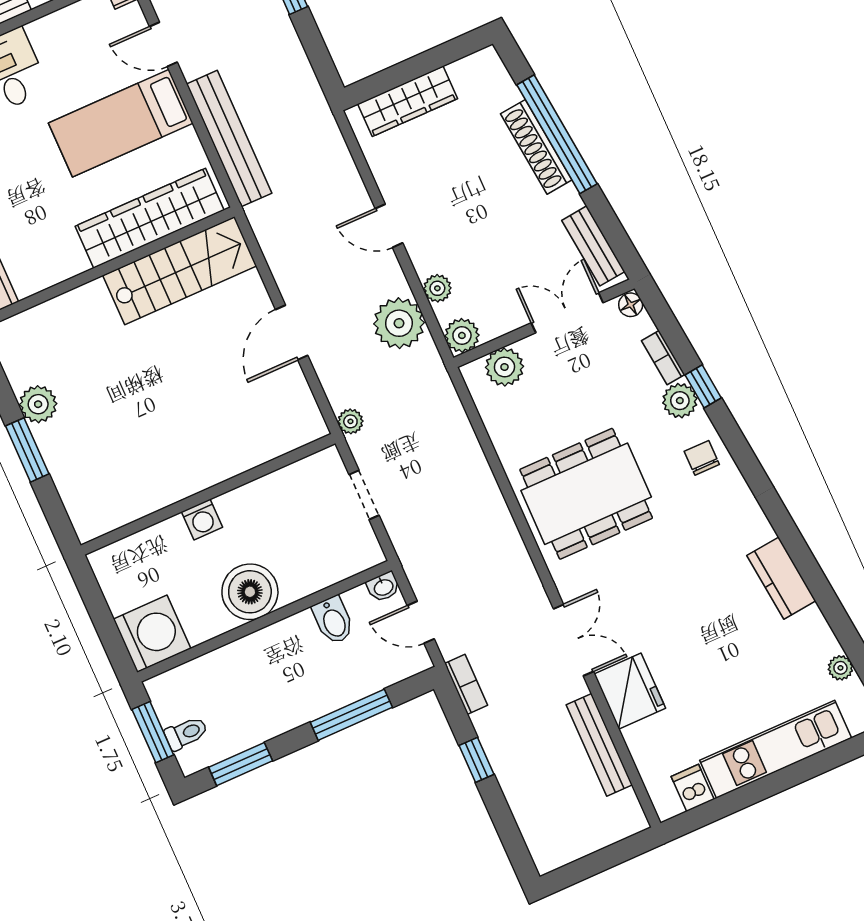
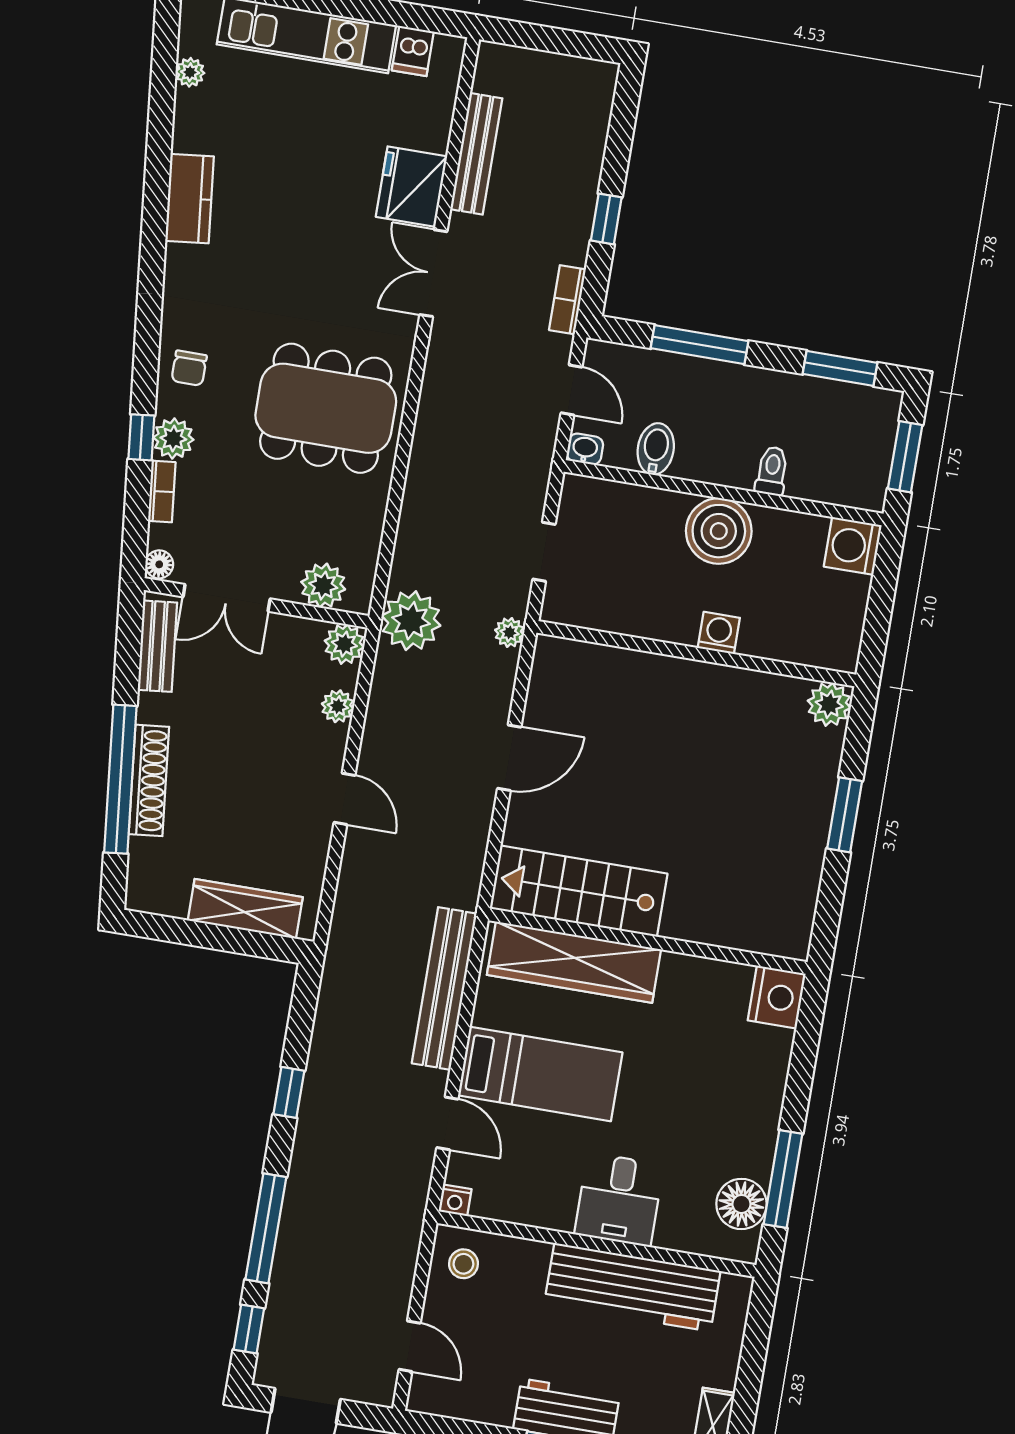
plant: (399, 323) -> (411, 621), moved
plant: (38, 404) -> (829, 704), moved
washing machine: (152, 634) -> (853, 546), width x0.73, depth x0.73
toilet: (186, 733) -> (772, 471), moved, turned 90

